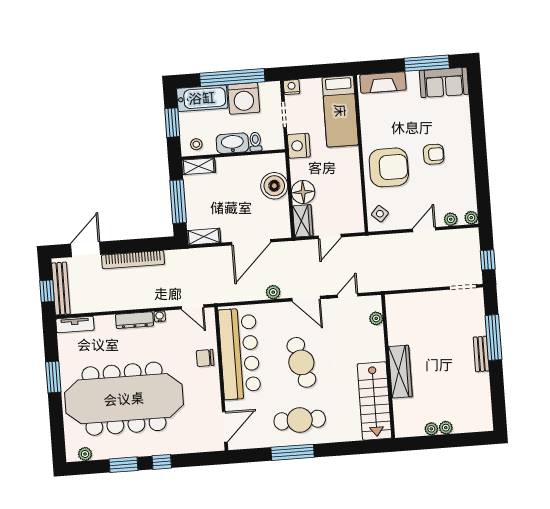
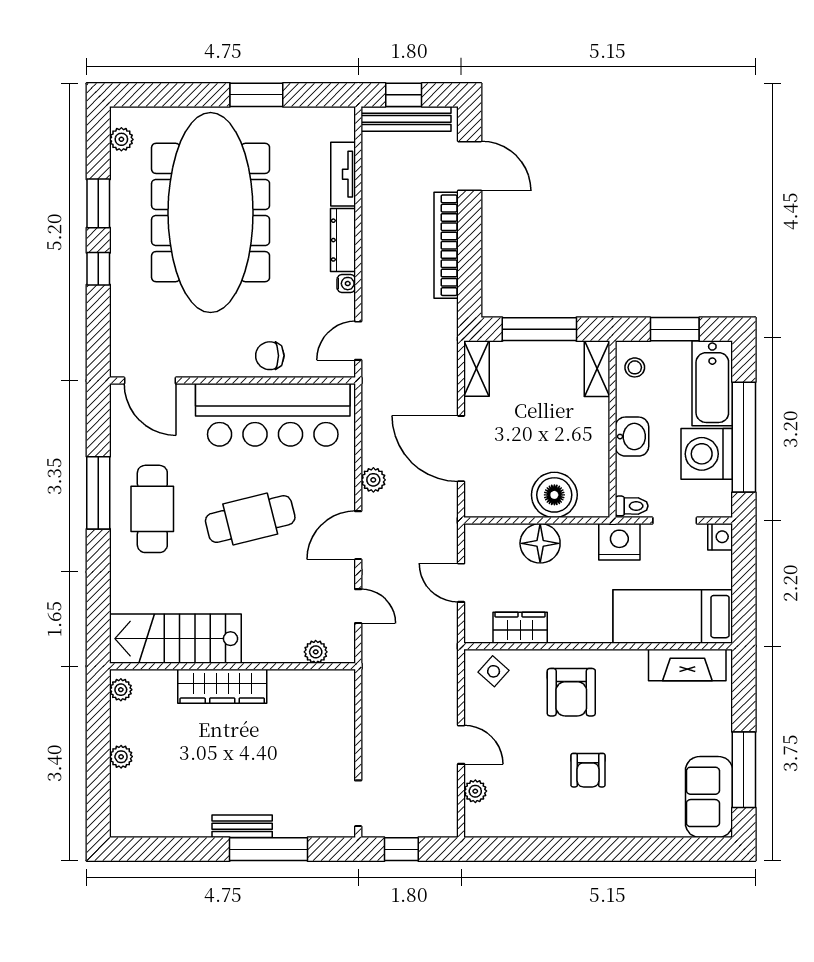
fireplace: (383, 82) -> (687, 665), moved, turned -90
toilet: (255, 142) -> (632, 506), moved
washbasin: (232, 143) -> (632, 437), width x0.72
armchair: (389, 167) -> (571, 692), width x0.73, depth x0.73
plant: (471, 218) -> (475, 826), removed
wardrobe: (303, 221) -> (520, 628), moved, turned 180
tv unit: (75, 324) -> (343, 174), moved
chair: (205, 358) -> (270, 356), turned -90
plant: (431, 429) -> (121, 690), moved

